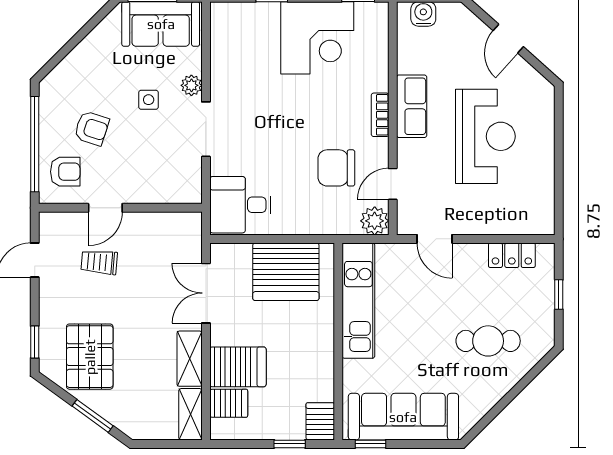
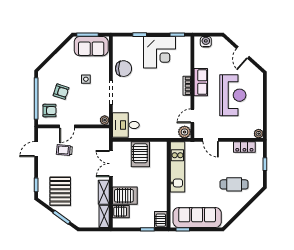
plant: (191, 85) -> (105, 120), moved
chair: (336, 168) -> (124, 69), moved, turned 180
plant: (544, 225) -> (259, 134), added
server rack: (286, 272) -> (140, 154), width x0.62

